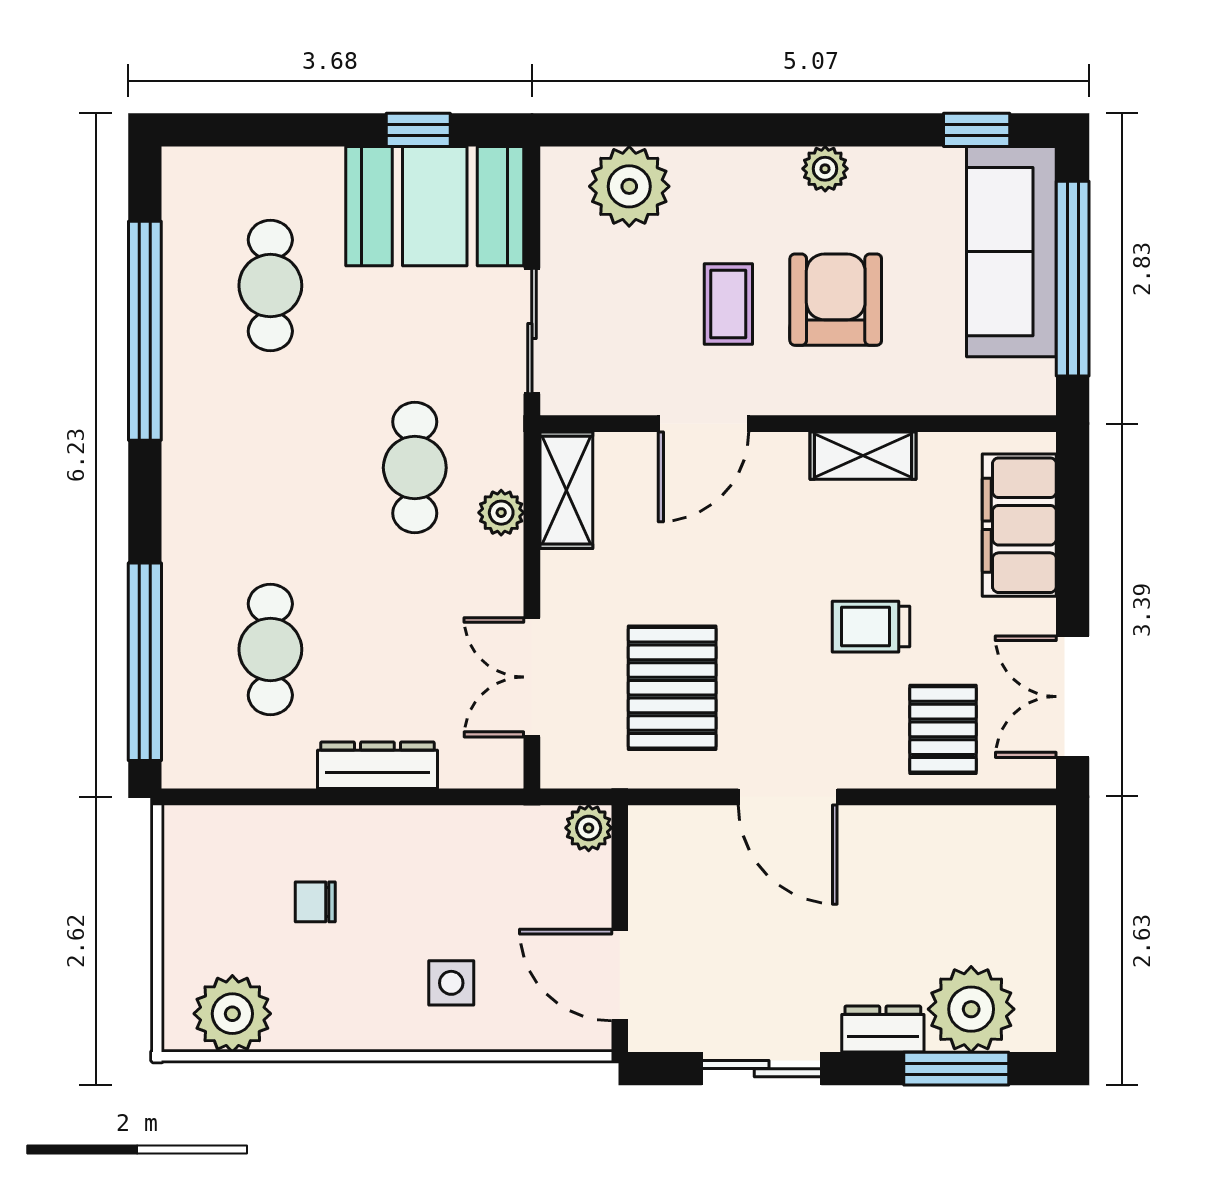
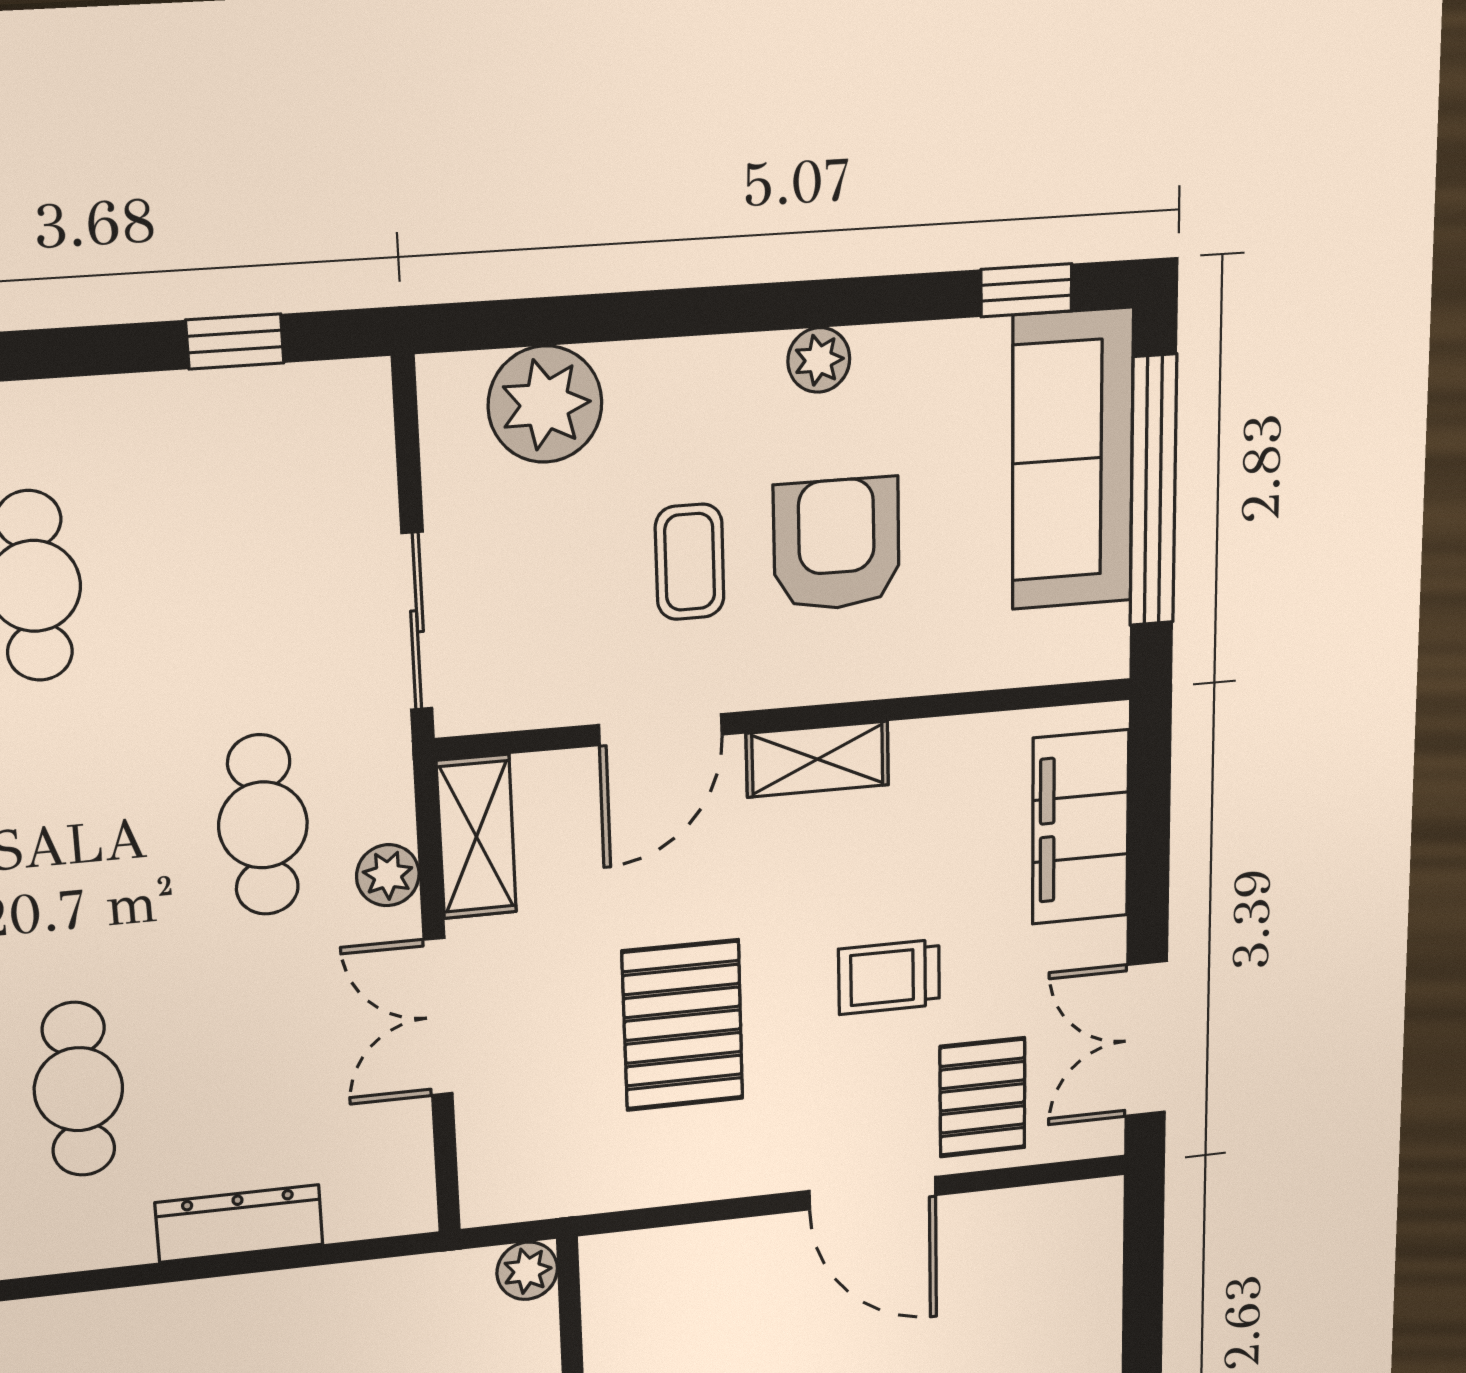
booth: (435, 206) -> (267, 452), removed
shelving: (863, 456) -> (817, 759), moved
double door: (532, 677) -> (438, 1017), moved
pallet: (672, 688) -> (683, 1025), moved
door: (788, 797) -> (873, 1193), moved

